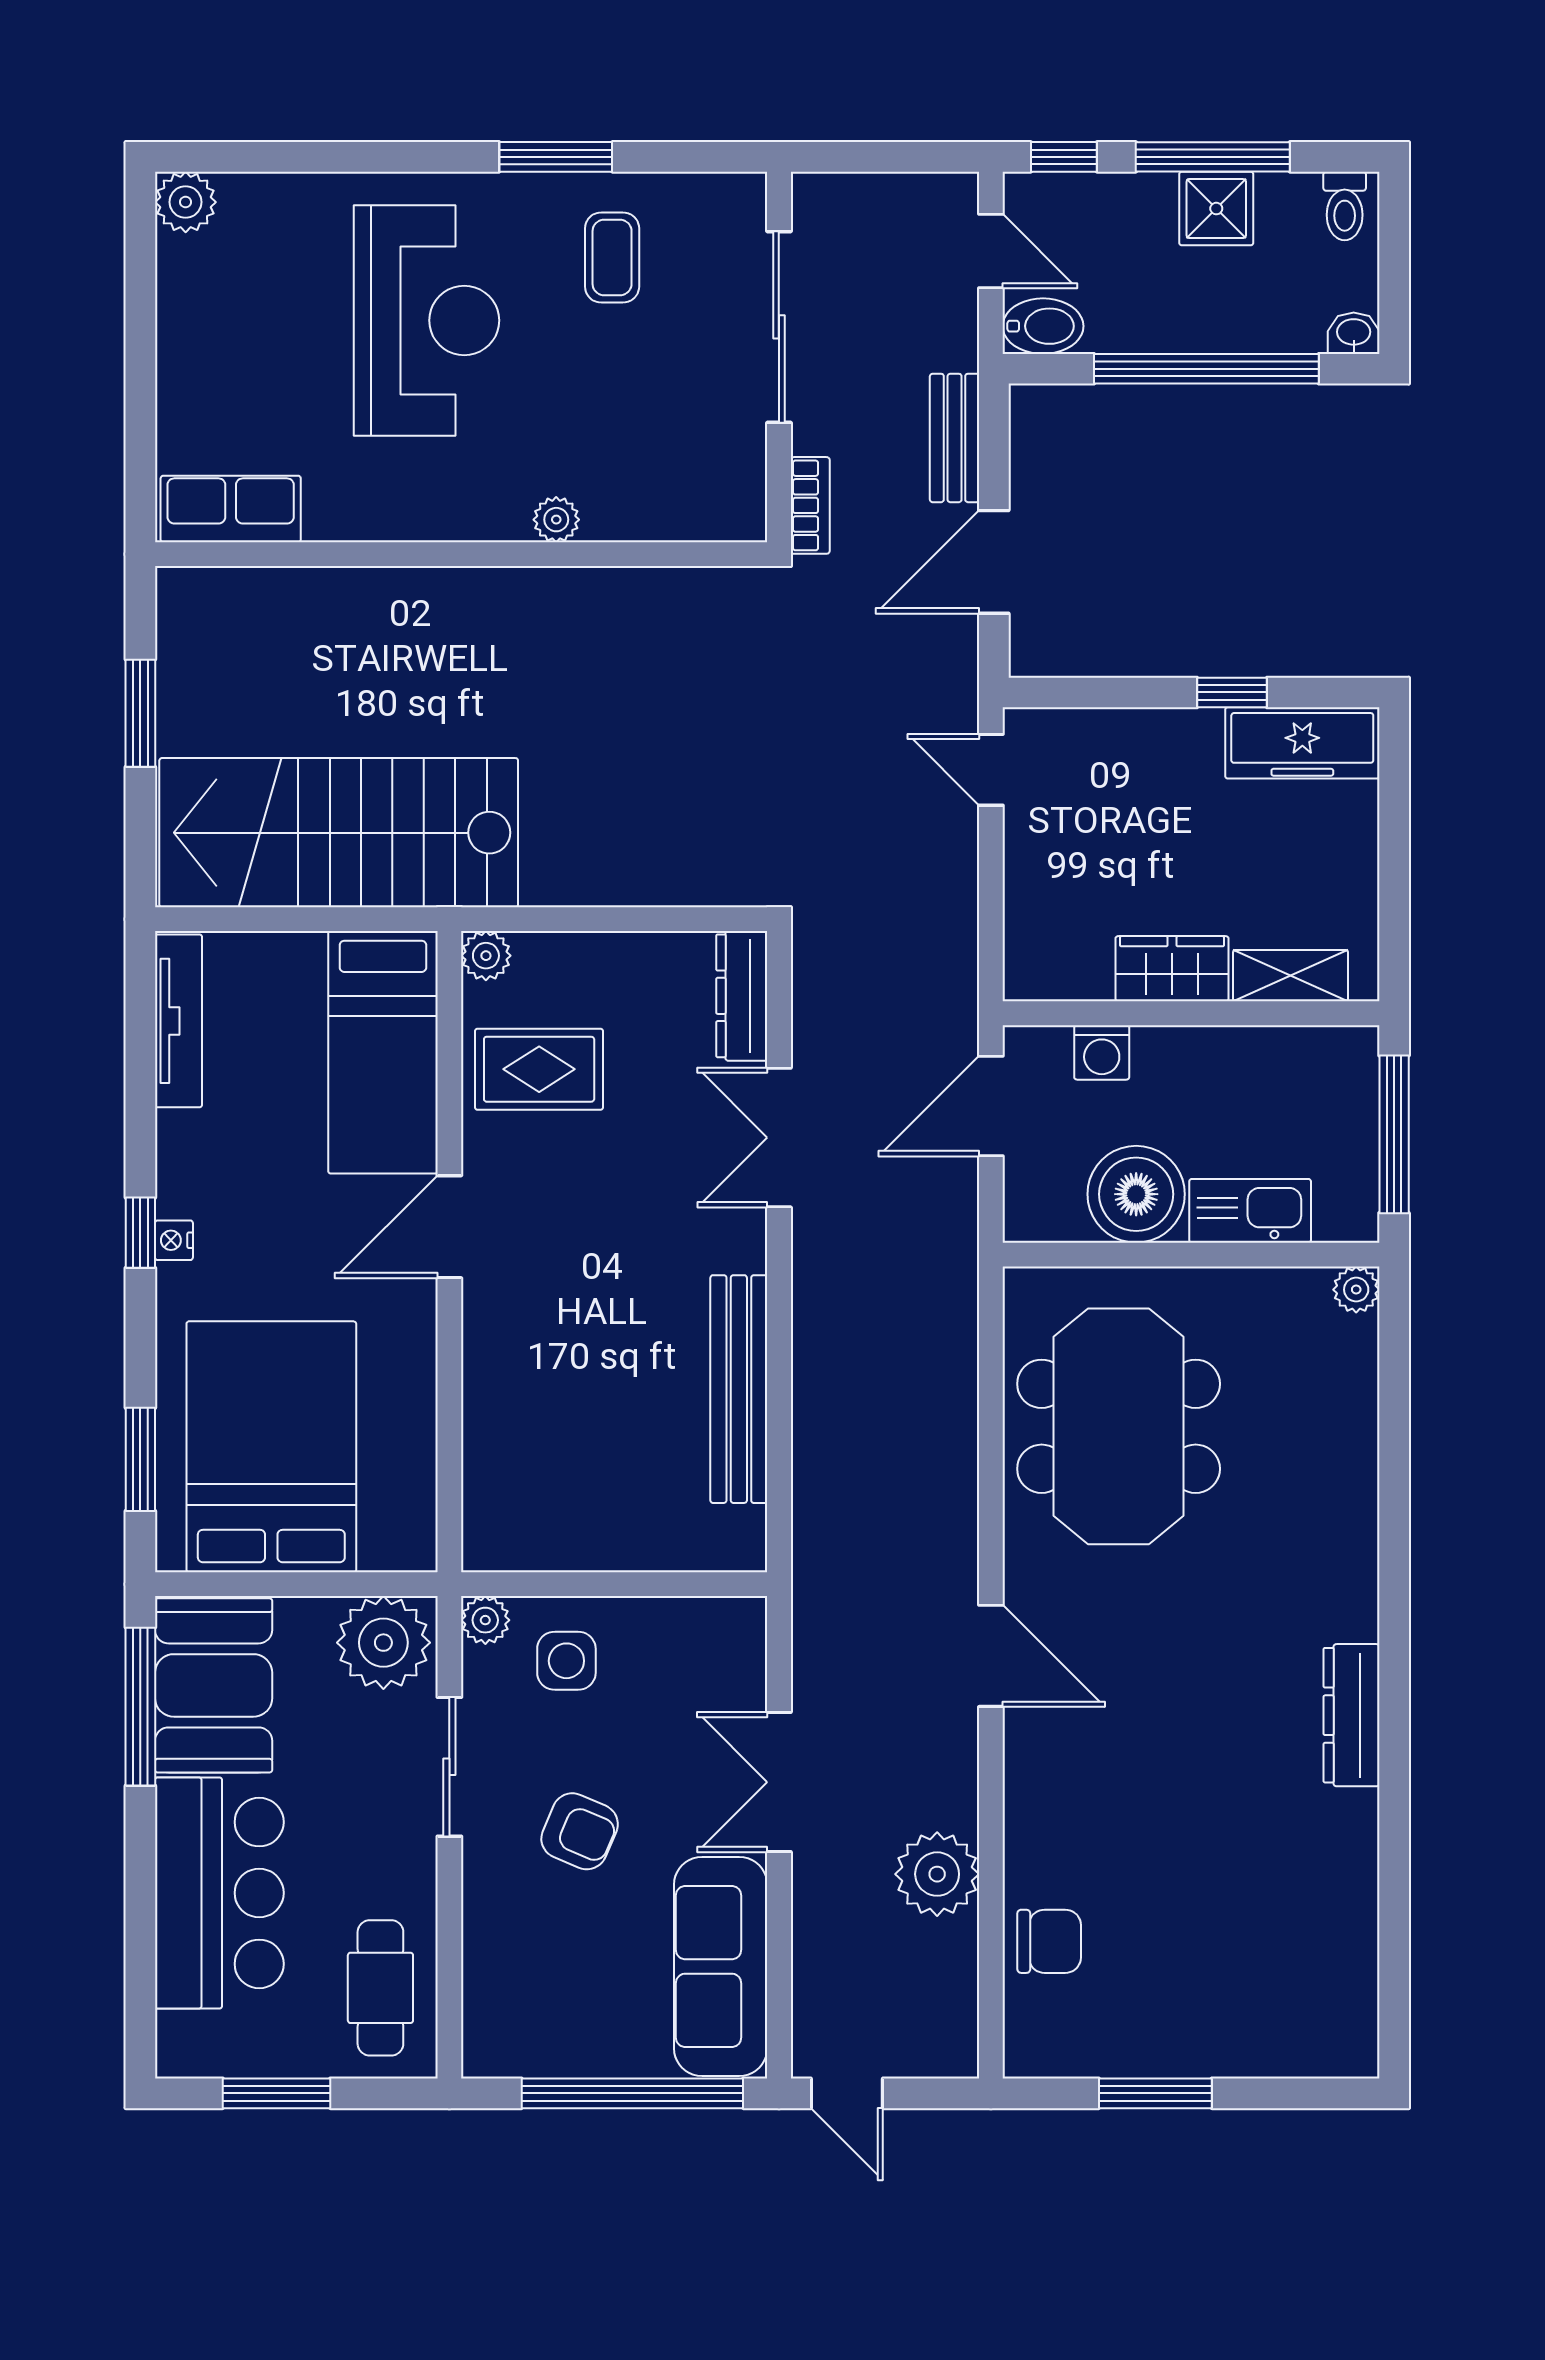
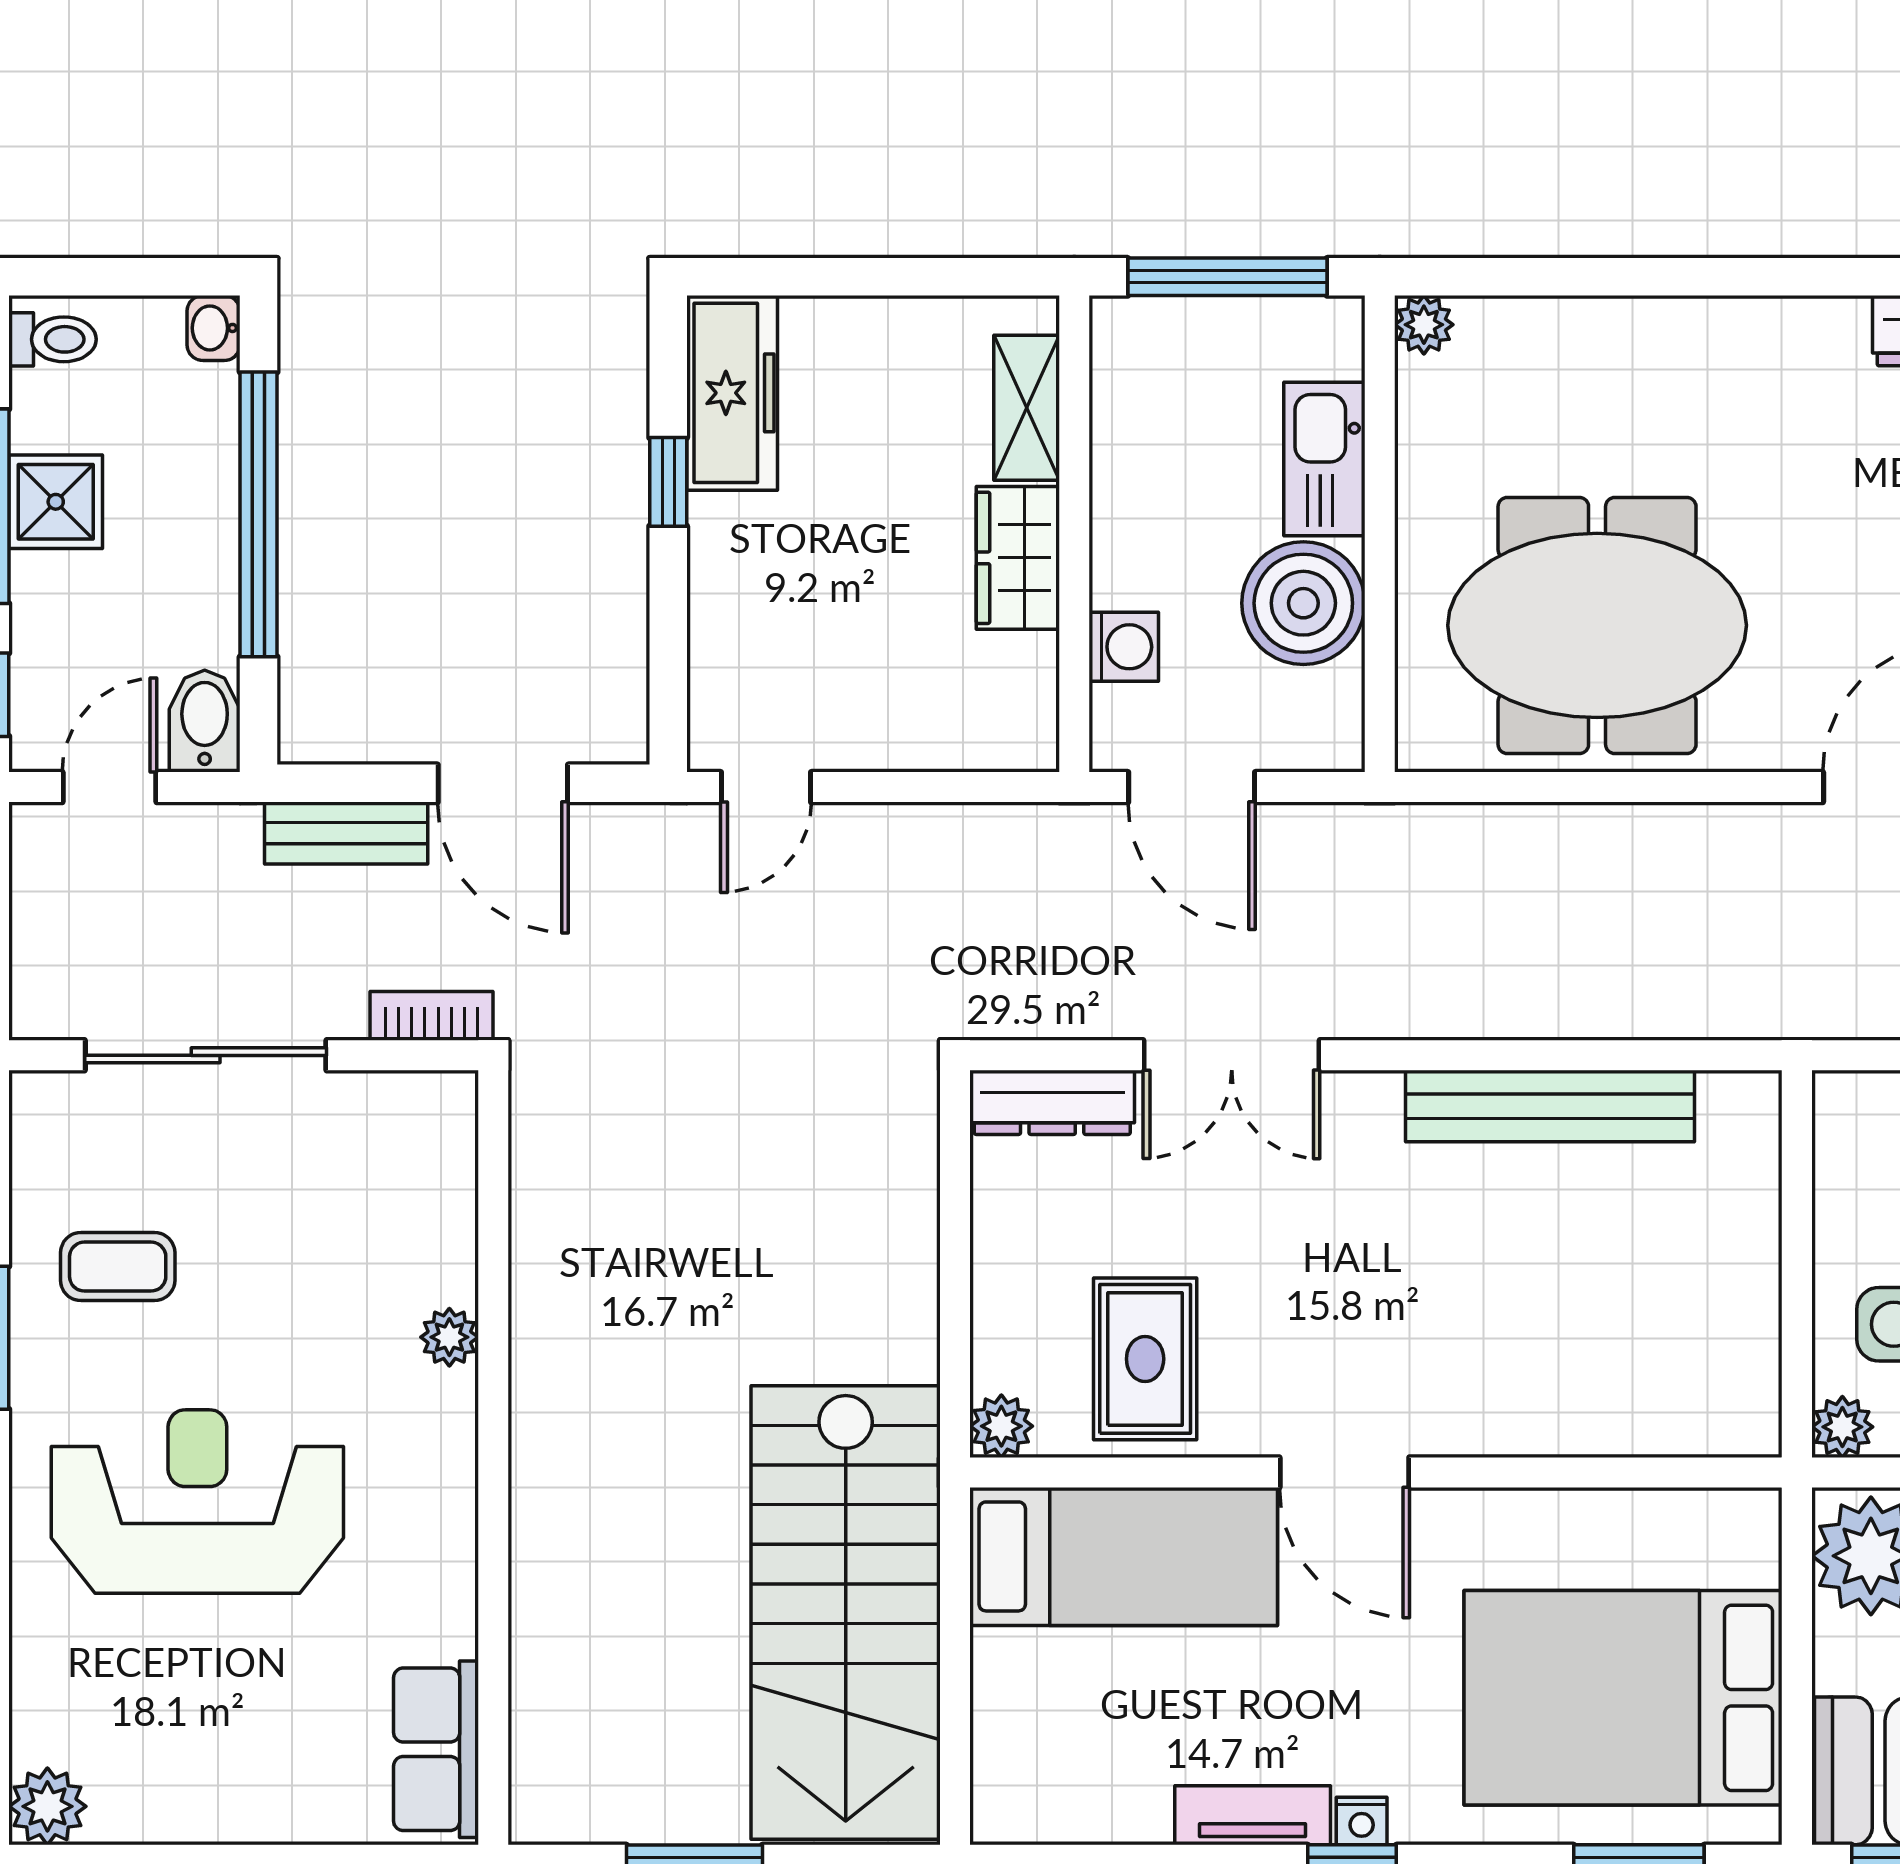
tv unit: (179, 1021) -> (1253, 1815), moved, width x0.71

